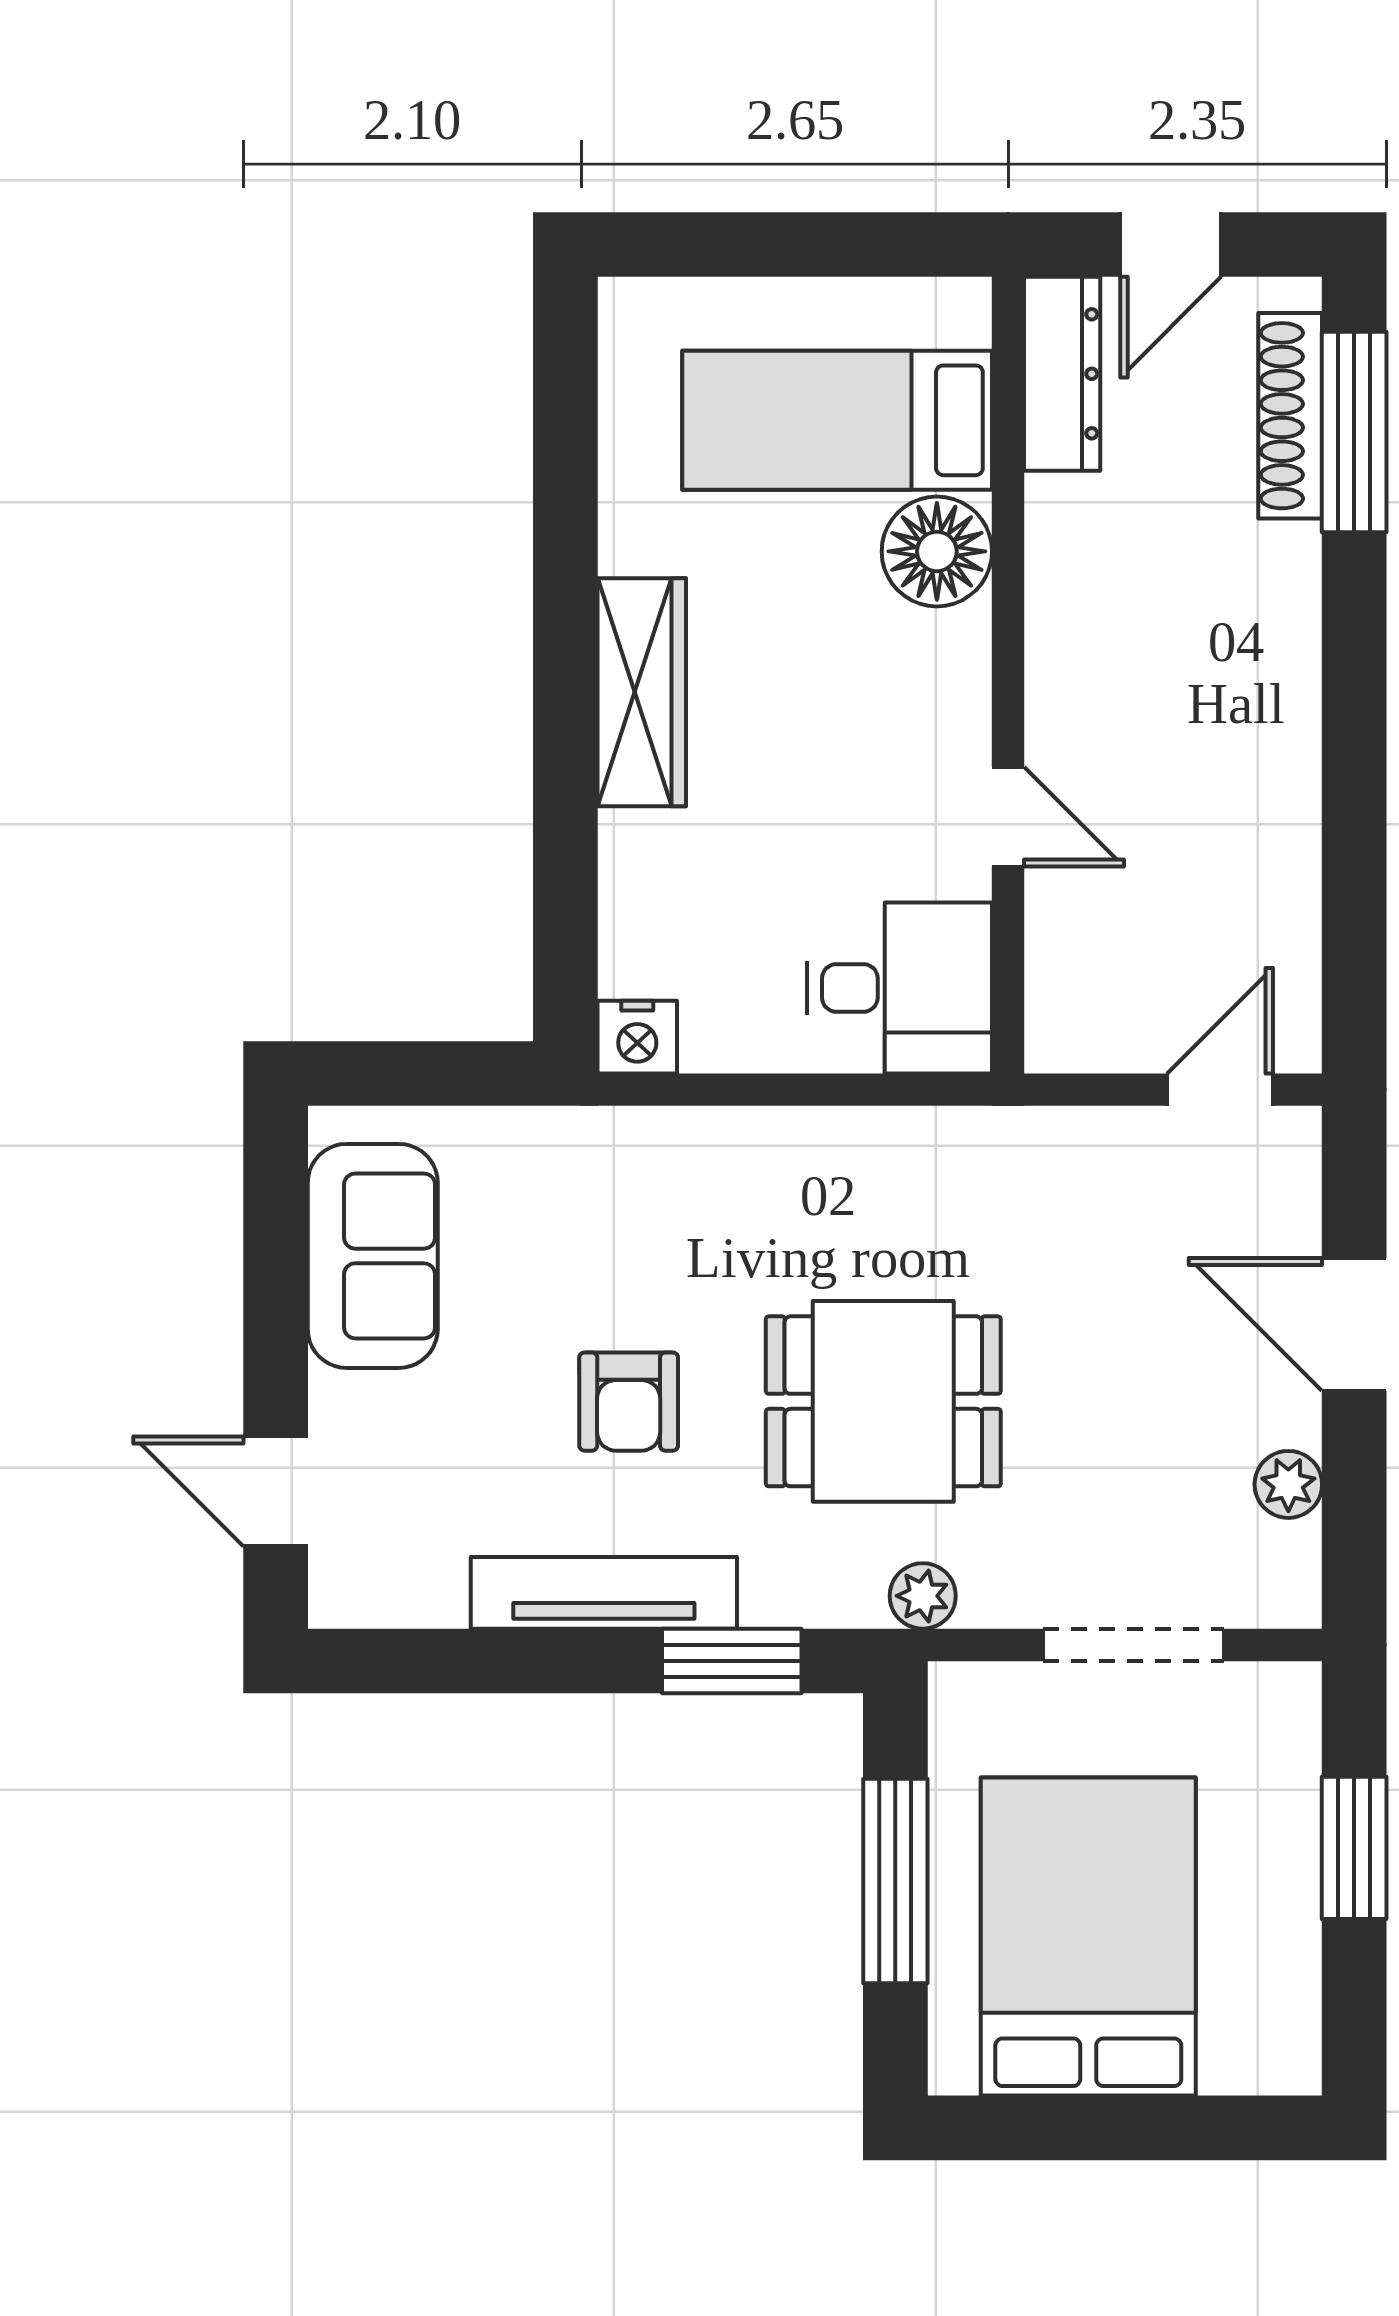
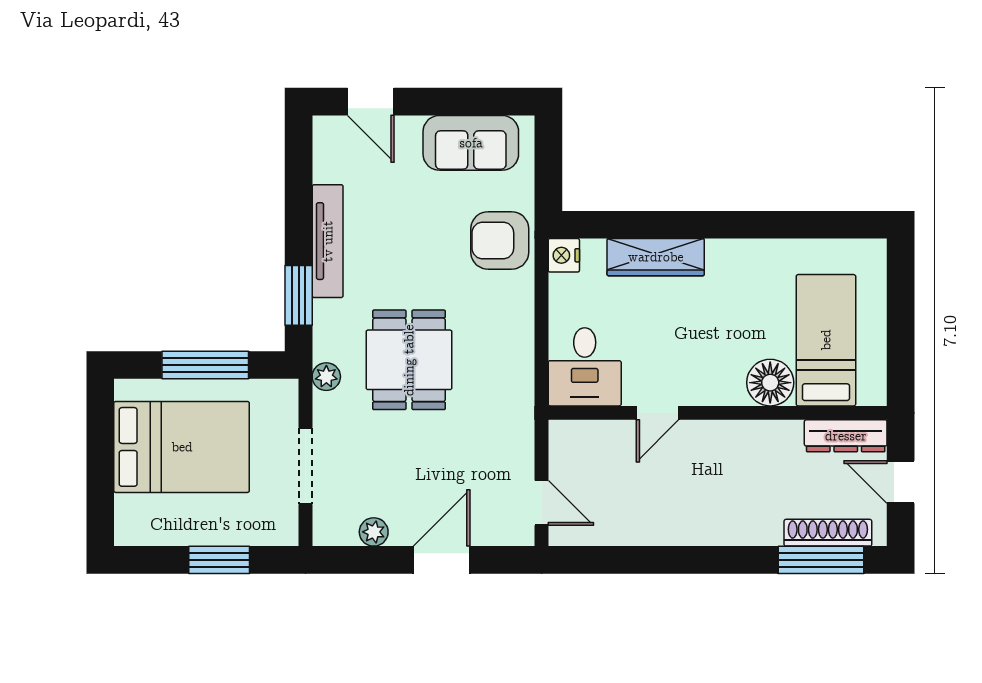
wardrobe: (642, 692) -> (656, 257), moved
armchair: (629, 1402) -> (500, 240), moved, width x1.38, depth x1.38
door: (276, 1491) -> (371, 102), swing flipped

